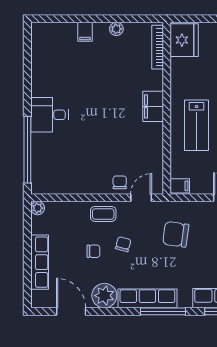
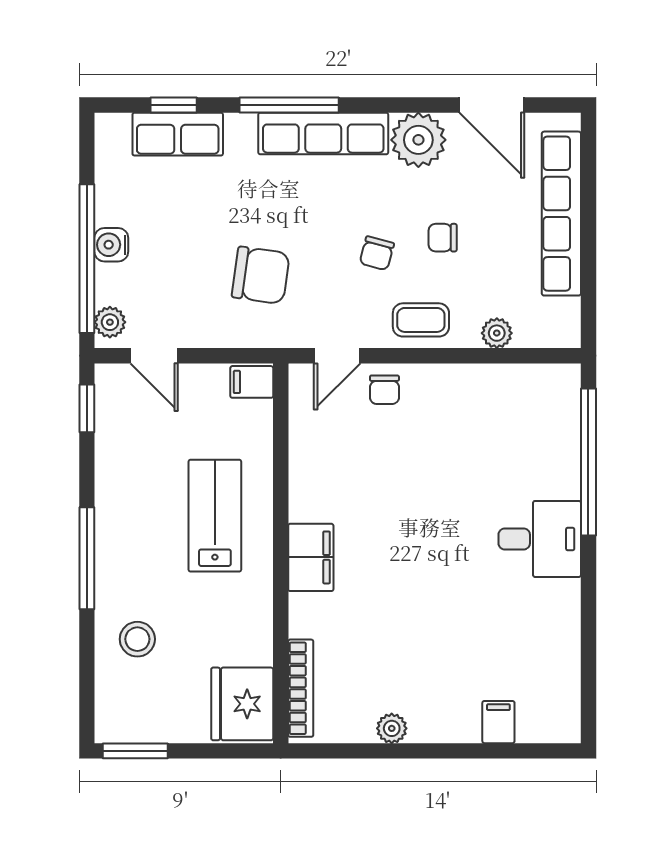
filing cabinet: (85, 32) -> (498, 722), moved
plant: (38, 208) -> (497, 333), moved
row of seats: (40, 262) -> (561, 214), width x1.36

